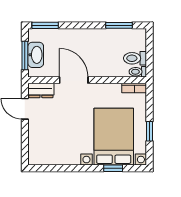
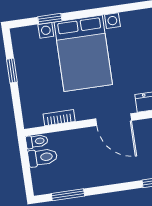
bookcase: (134, 88) -> (59, 118), moved
bed with nightstands: (114, 137) -> (83, 53), moved

